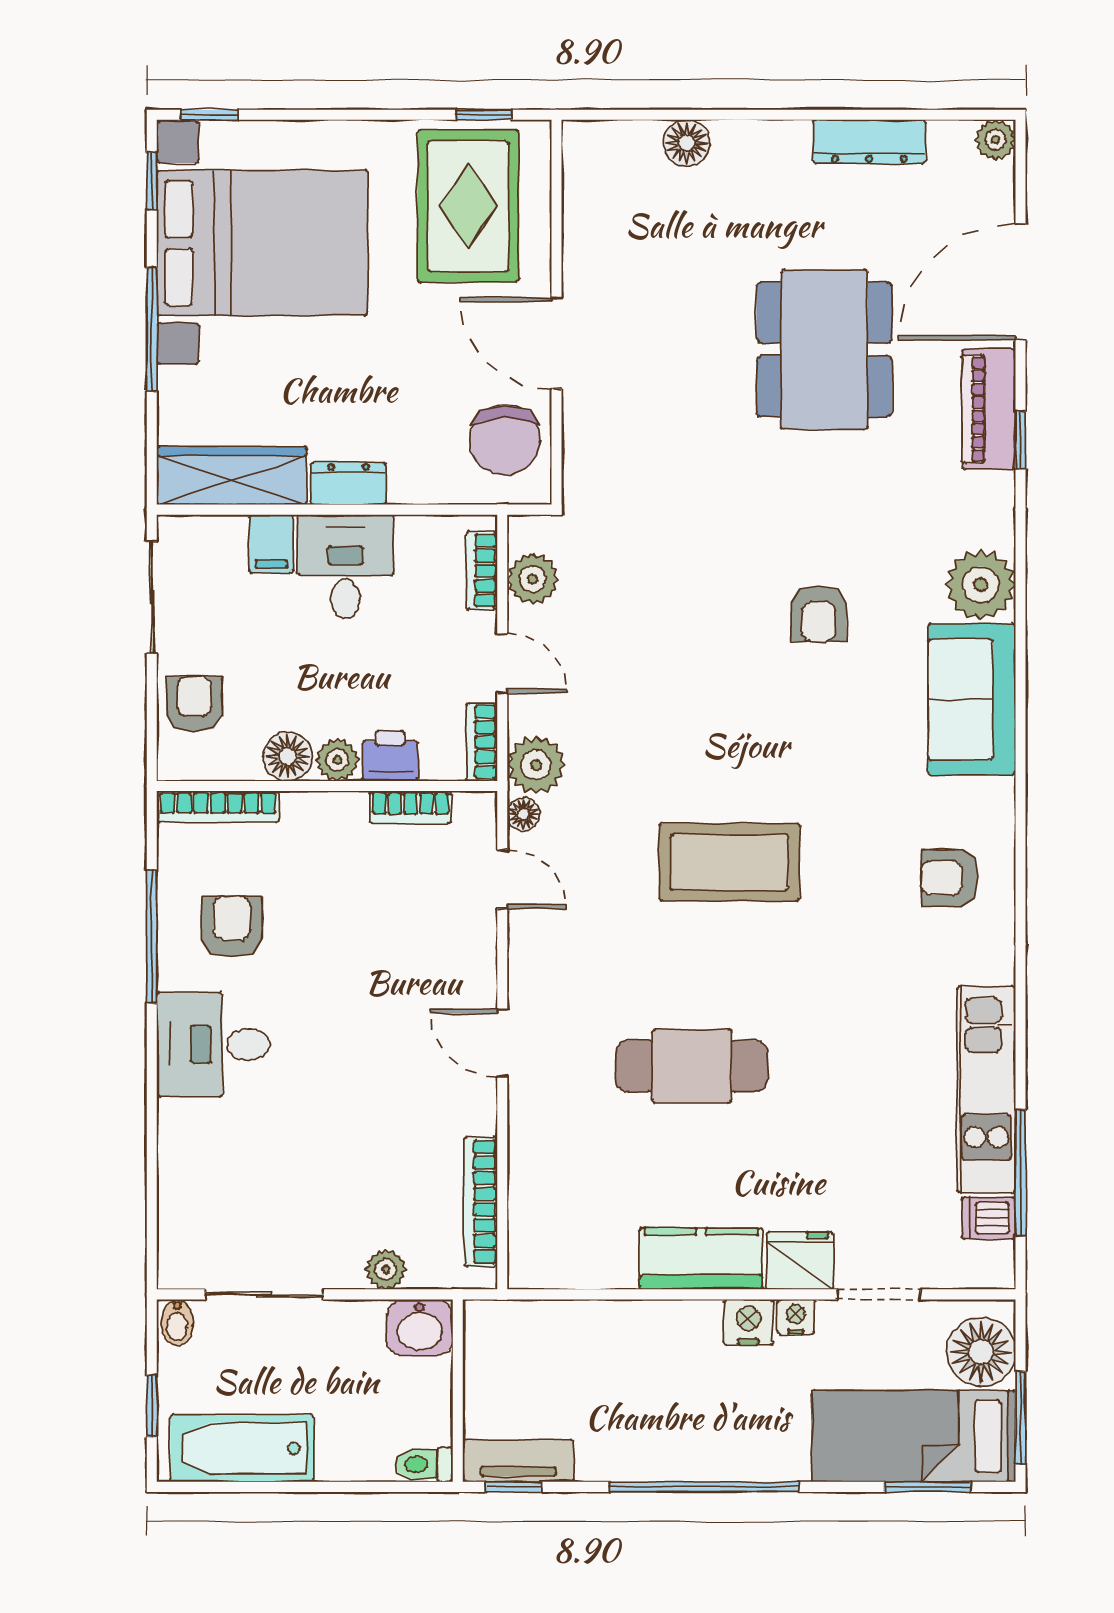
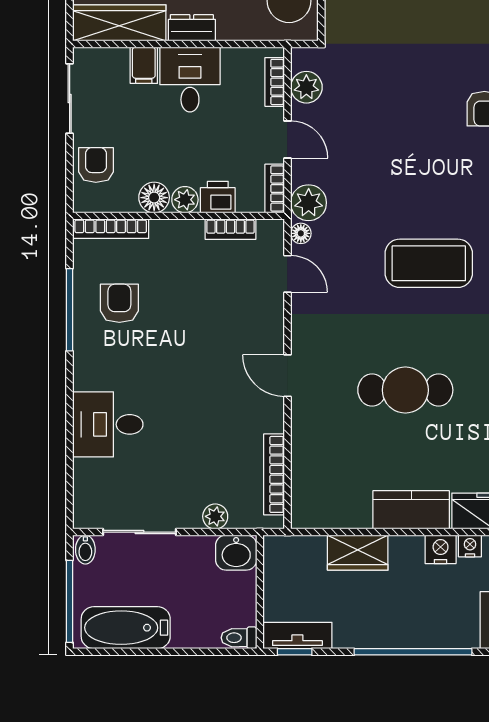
desk: (213, 1044) -> (108, 424), moved
wardrobe: (615, 1328) -> (358, 553), added
window: (152, 1406) -> (70, 601), width x2.17

